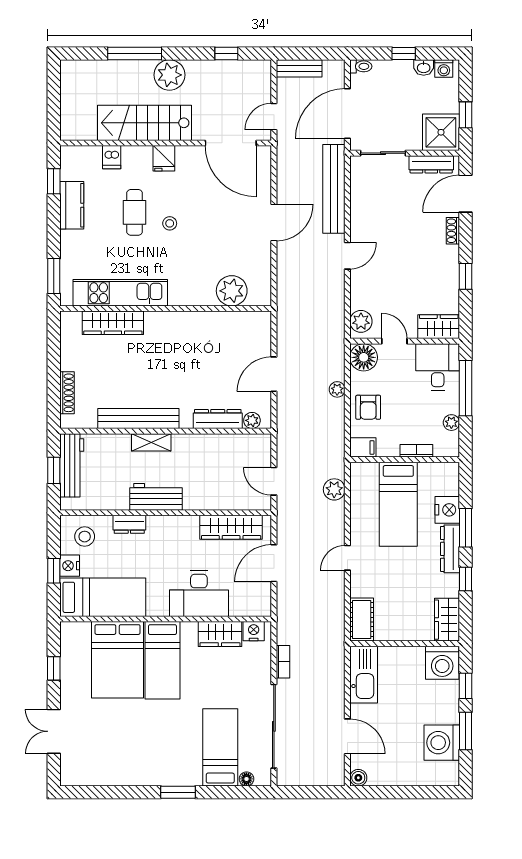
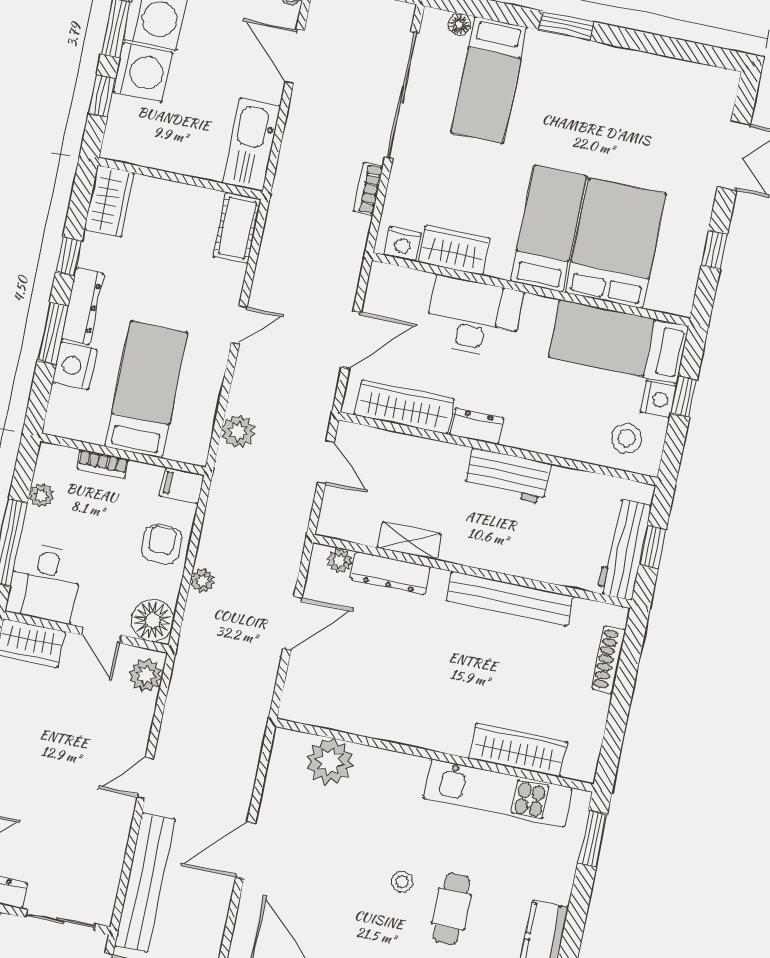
shelving: (151, 442) -> (409, 541), moved
dresser: (129, 524) -> (477, 426), moved
washing machine: (442, 663) -> (142, 72), moved, turned 90

